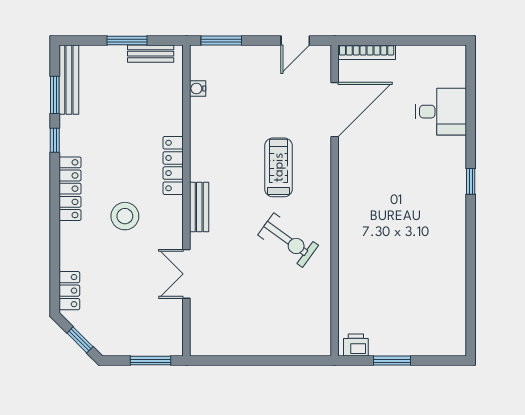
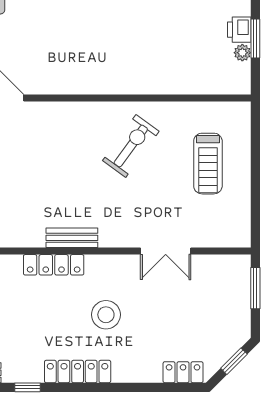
treadmill: (279, 167) -> (208, 164), moved, turned -90
bench: (199, 207) -> (72, 238), moved
printer: (356, 345) -> (239, 30), moved
plant: (378, 348) -> (242, 53), added

